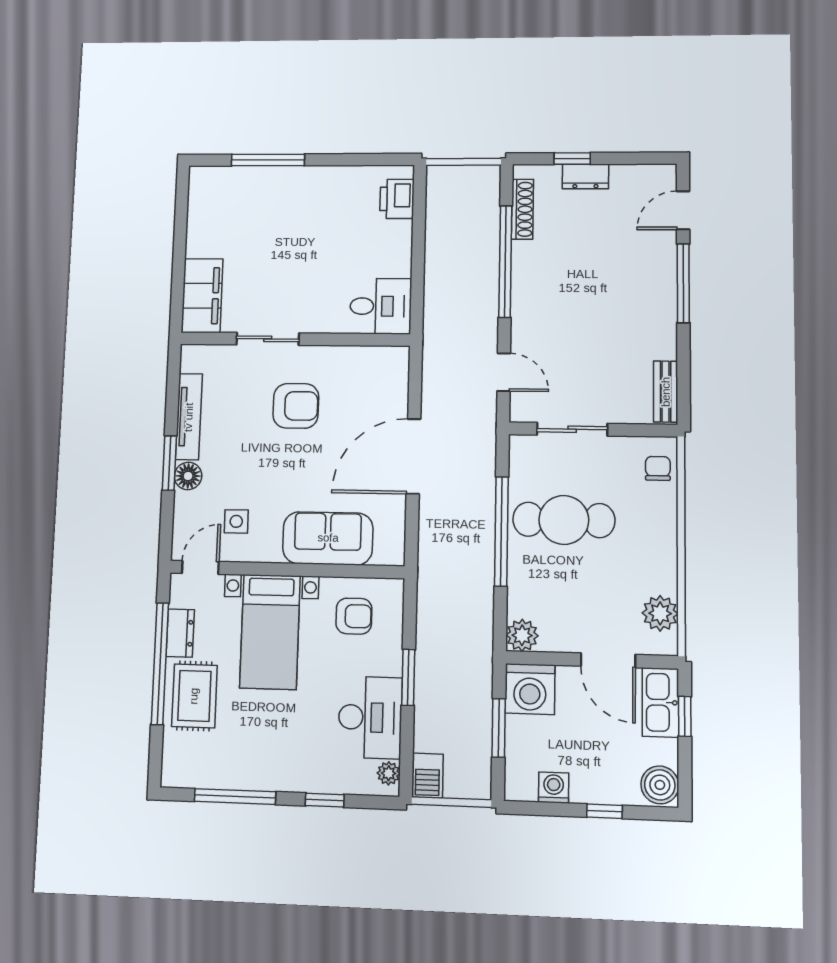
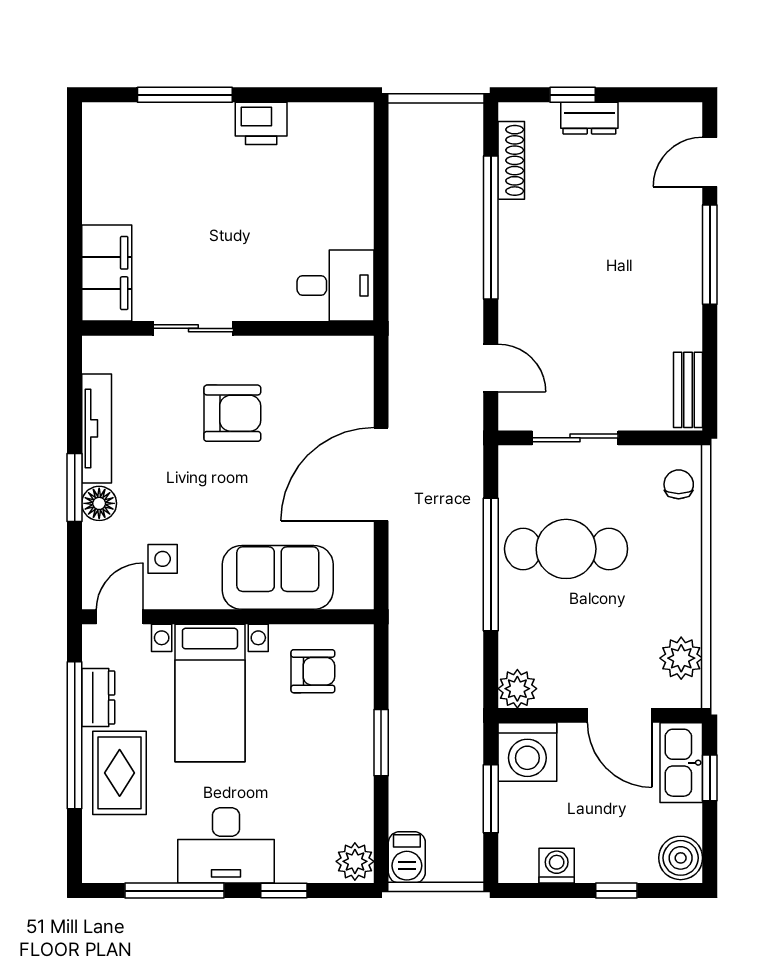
printer: (397, 199) -> (261, 123), moved, turned -90
desk: (370, 717) -> (226, 845), moved, turned 90
plant: (389, 773) -> (355, 861), width x1.38, depth x1.38

